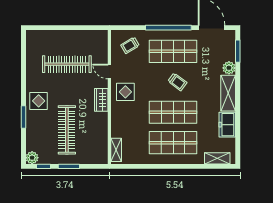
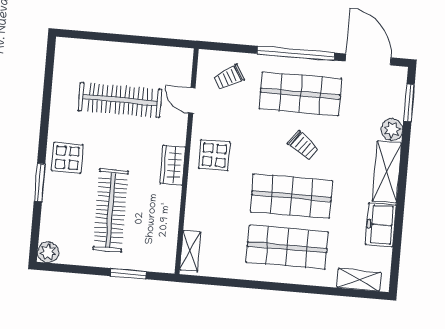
door: (109, 71) -> (192, 100), moved
window: (43, 166) -> (66, 268), removed
window: (69, 166) -> (128, 274), moved

